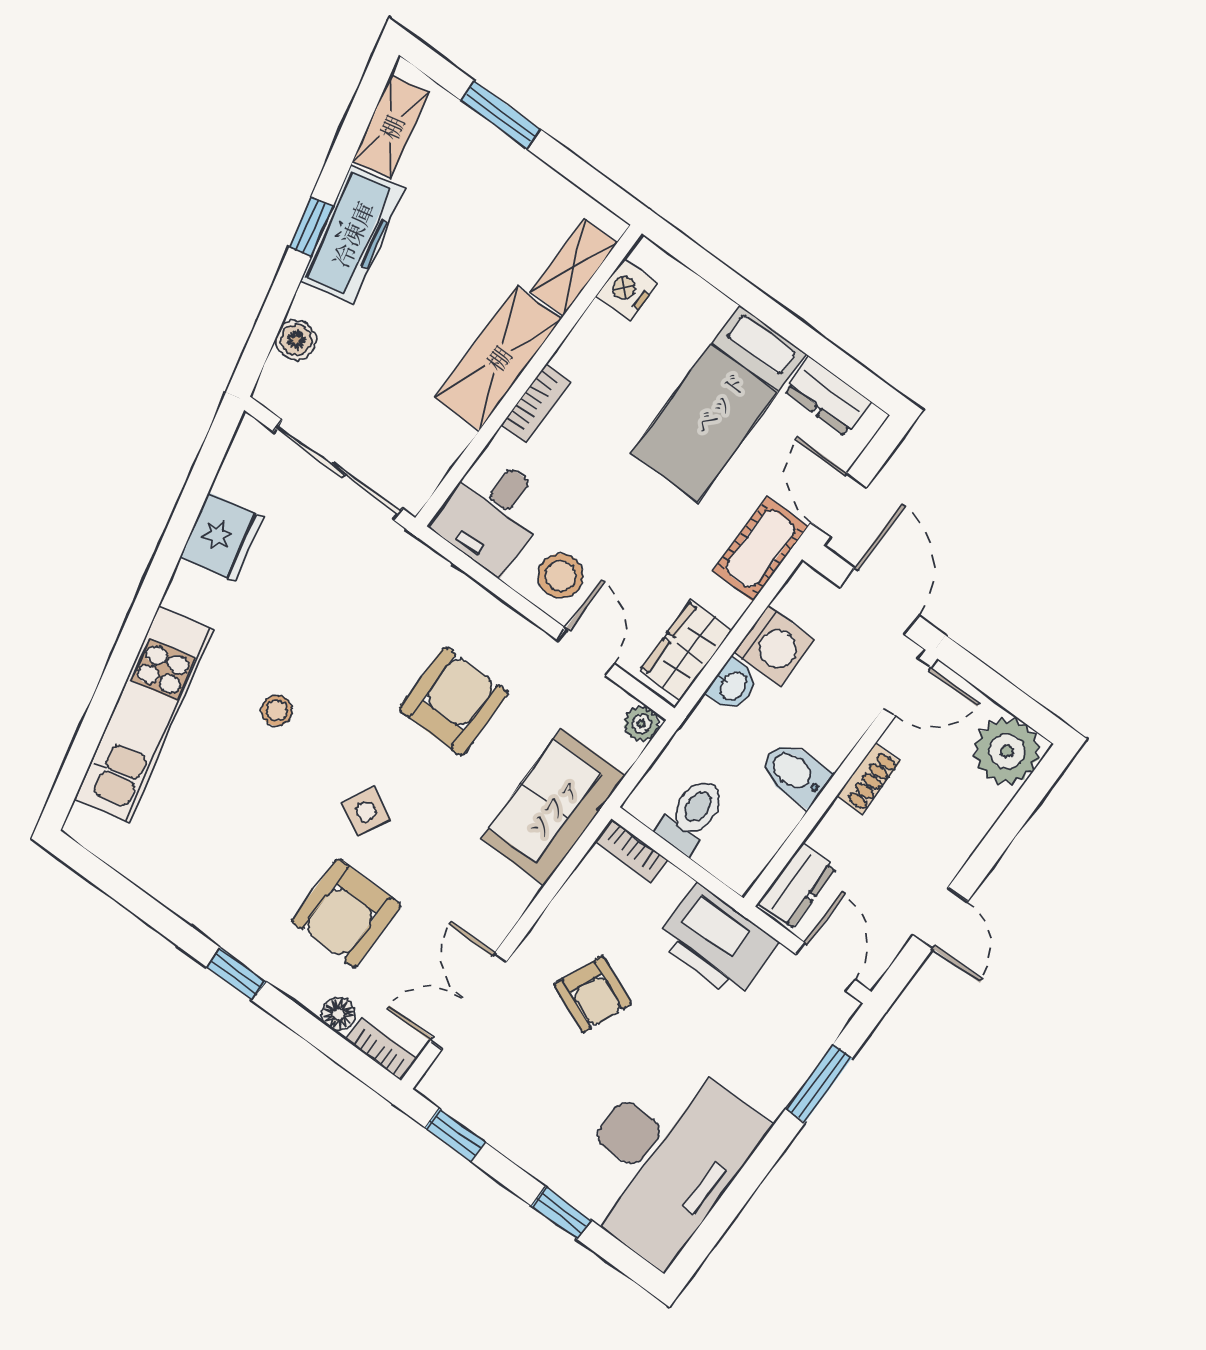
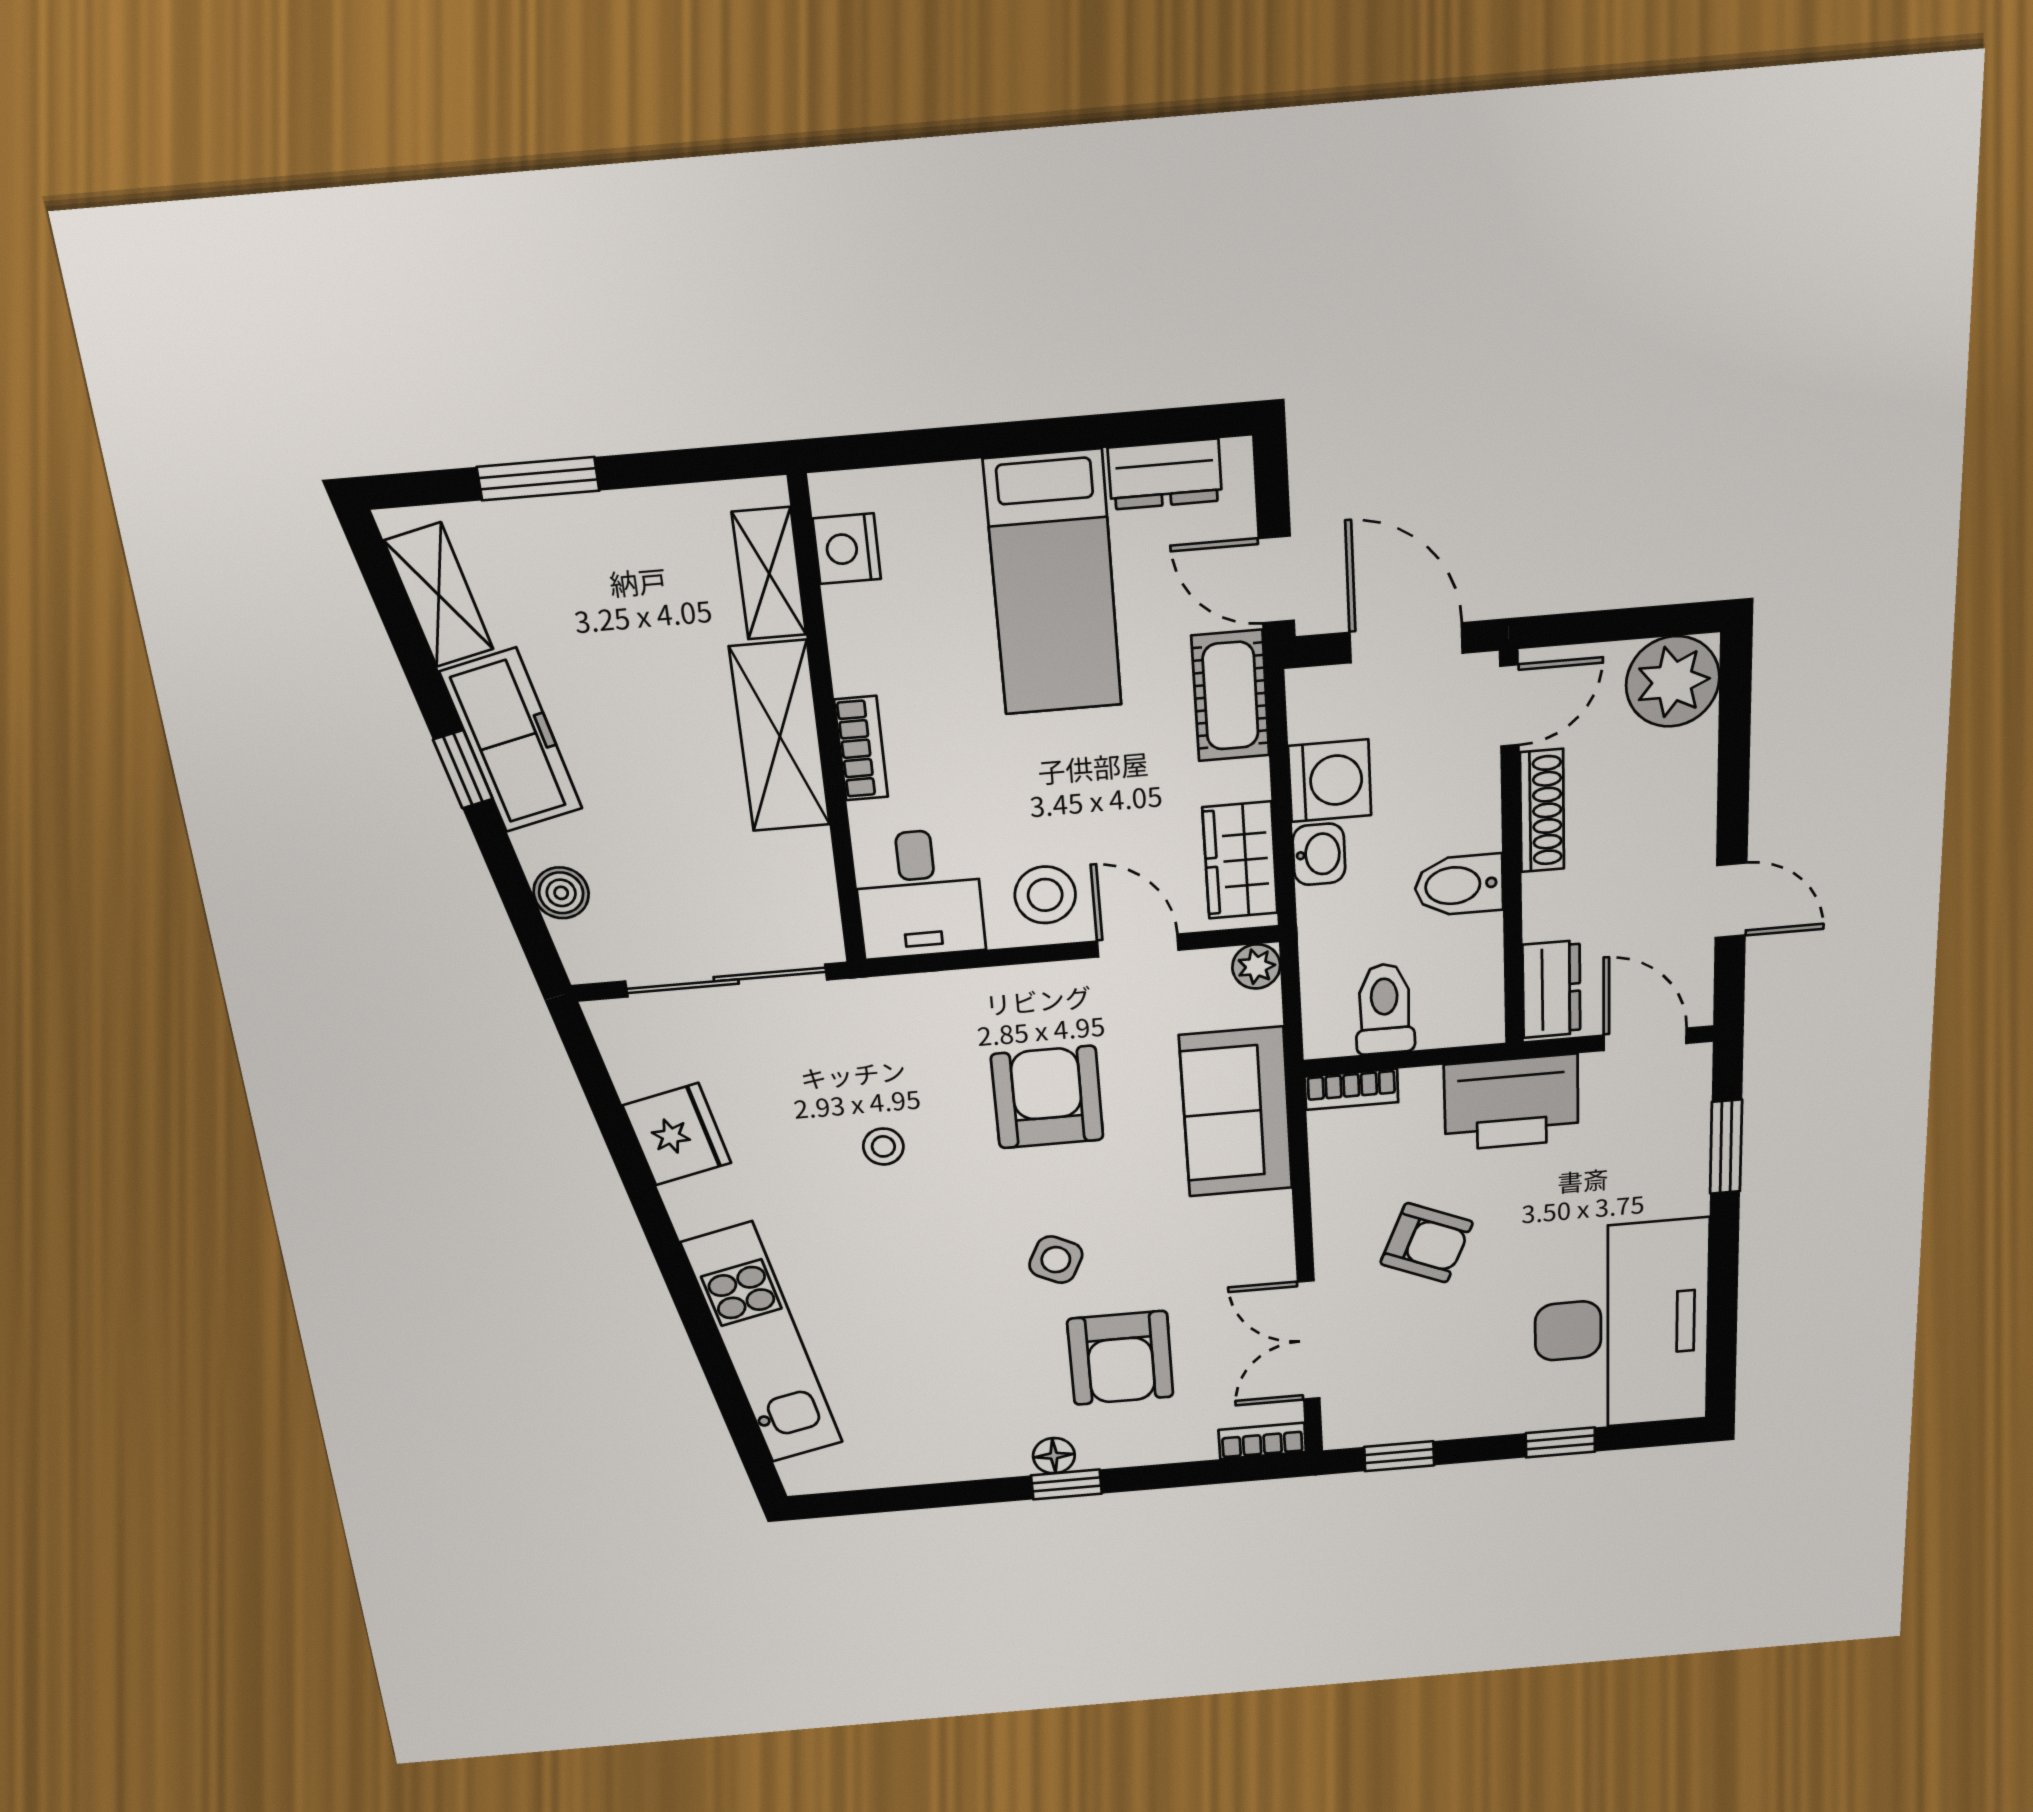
stool: (277, 711) -> (883, 1146), moved
shoe rack: (868, 779) -> (1542, 811), width x1.43
floor lamp: (338, 1014) -> (1054, 1456), moved

